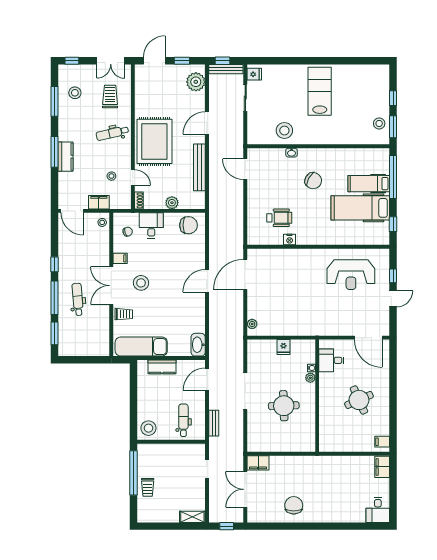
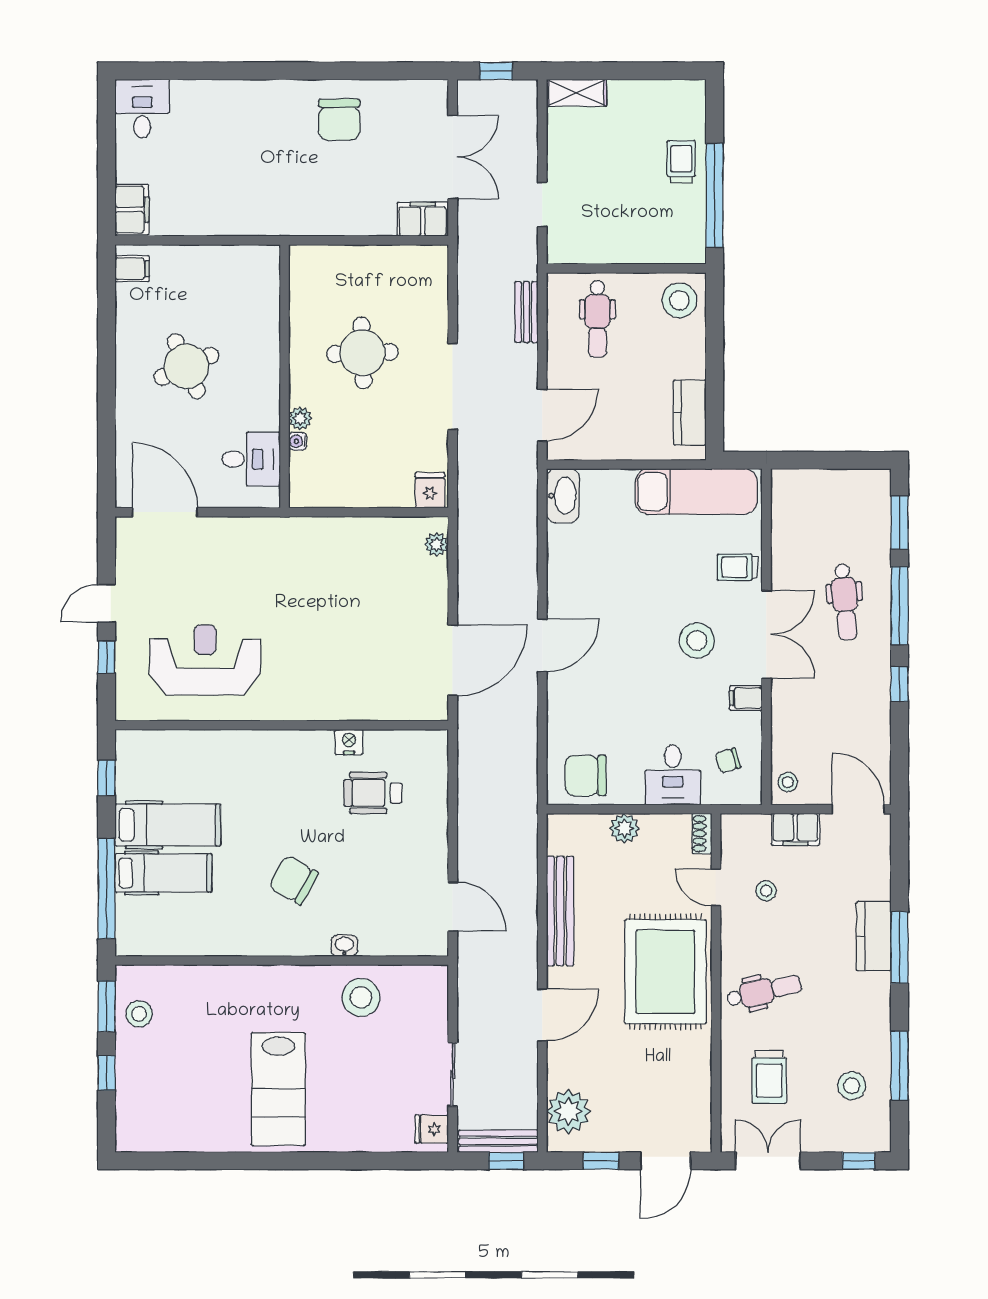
hospital bed: (360, 208) -> (168, 825), width x0.73, depth x0.78
fridge: (283, 347) -> (430, 490), moved
kitchen counter: (162, 367) -> (690, 413), moved, turned -90

